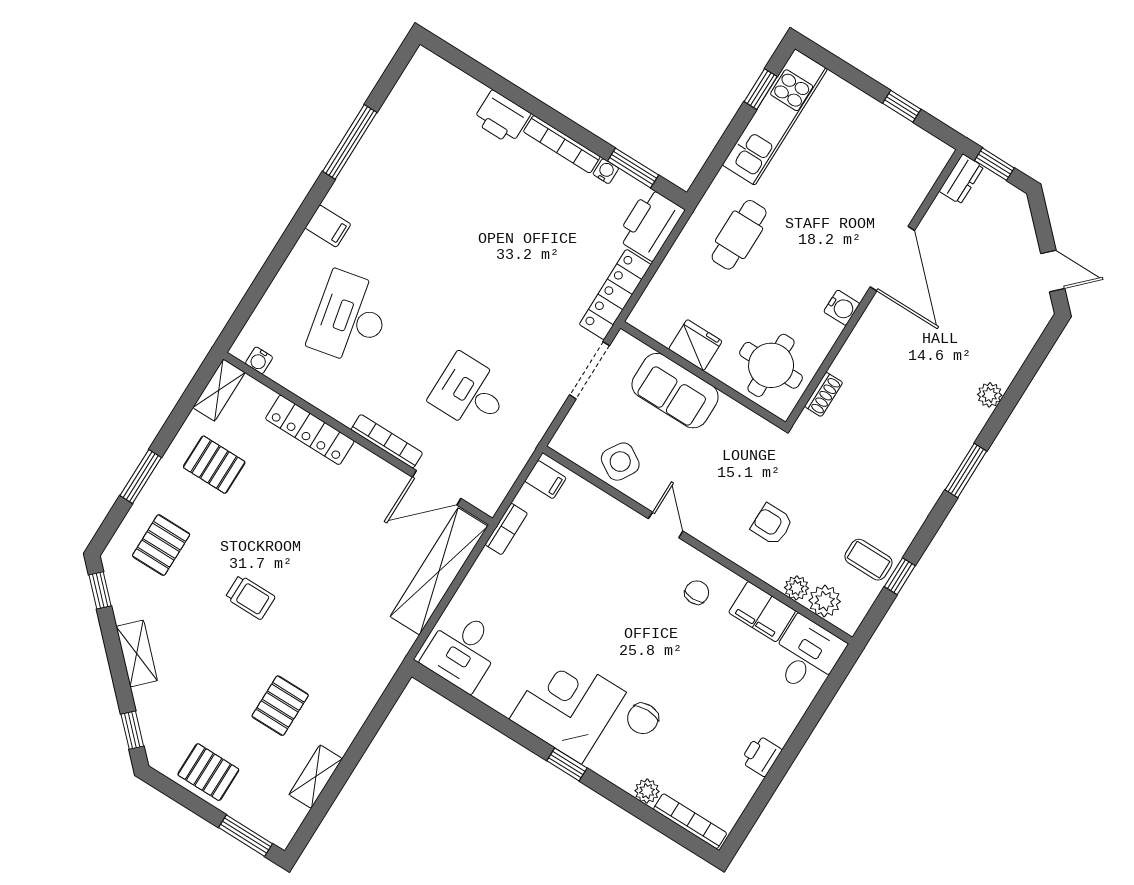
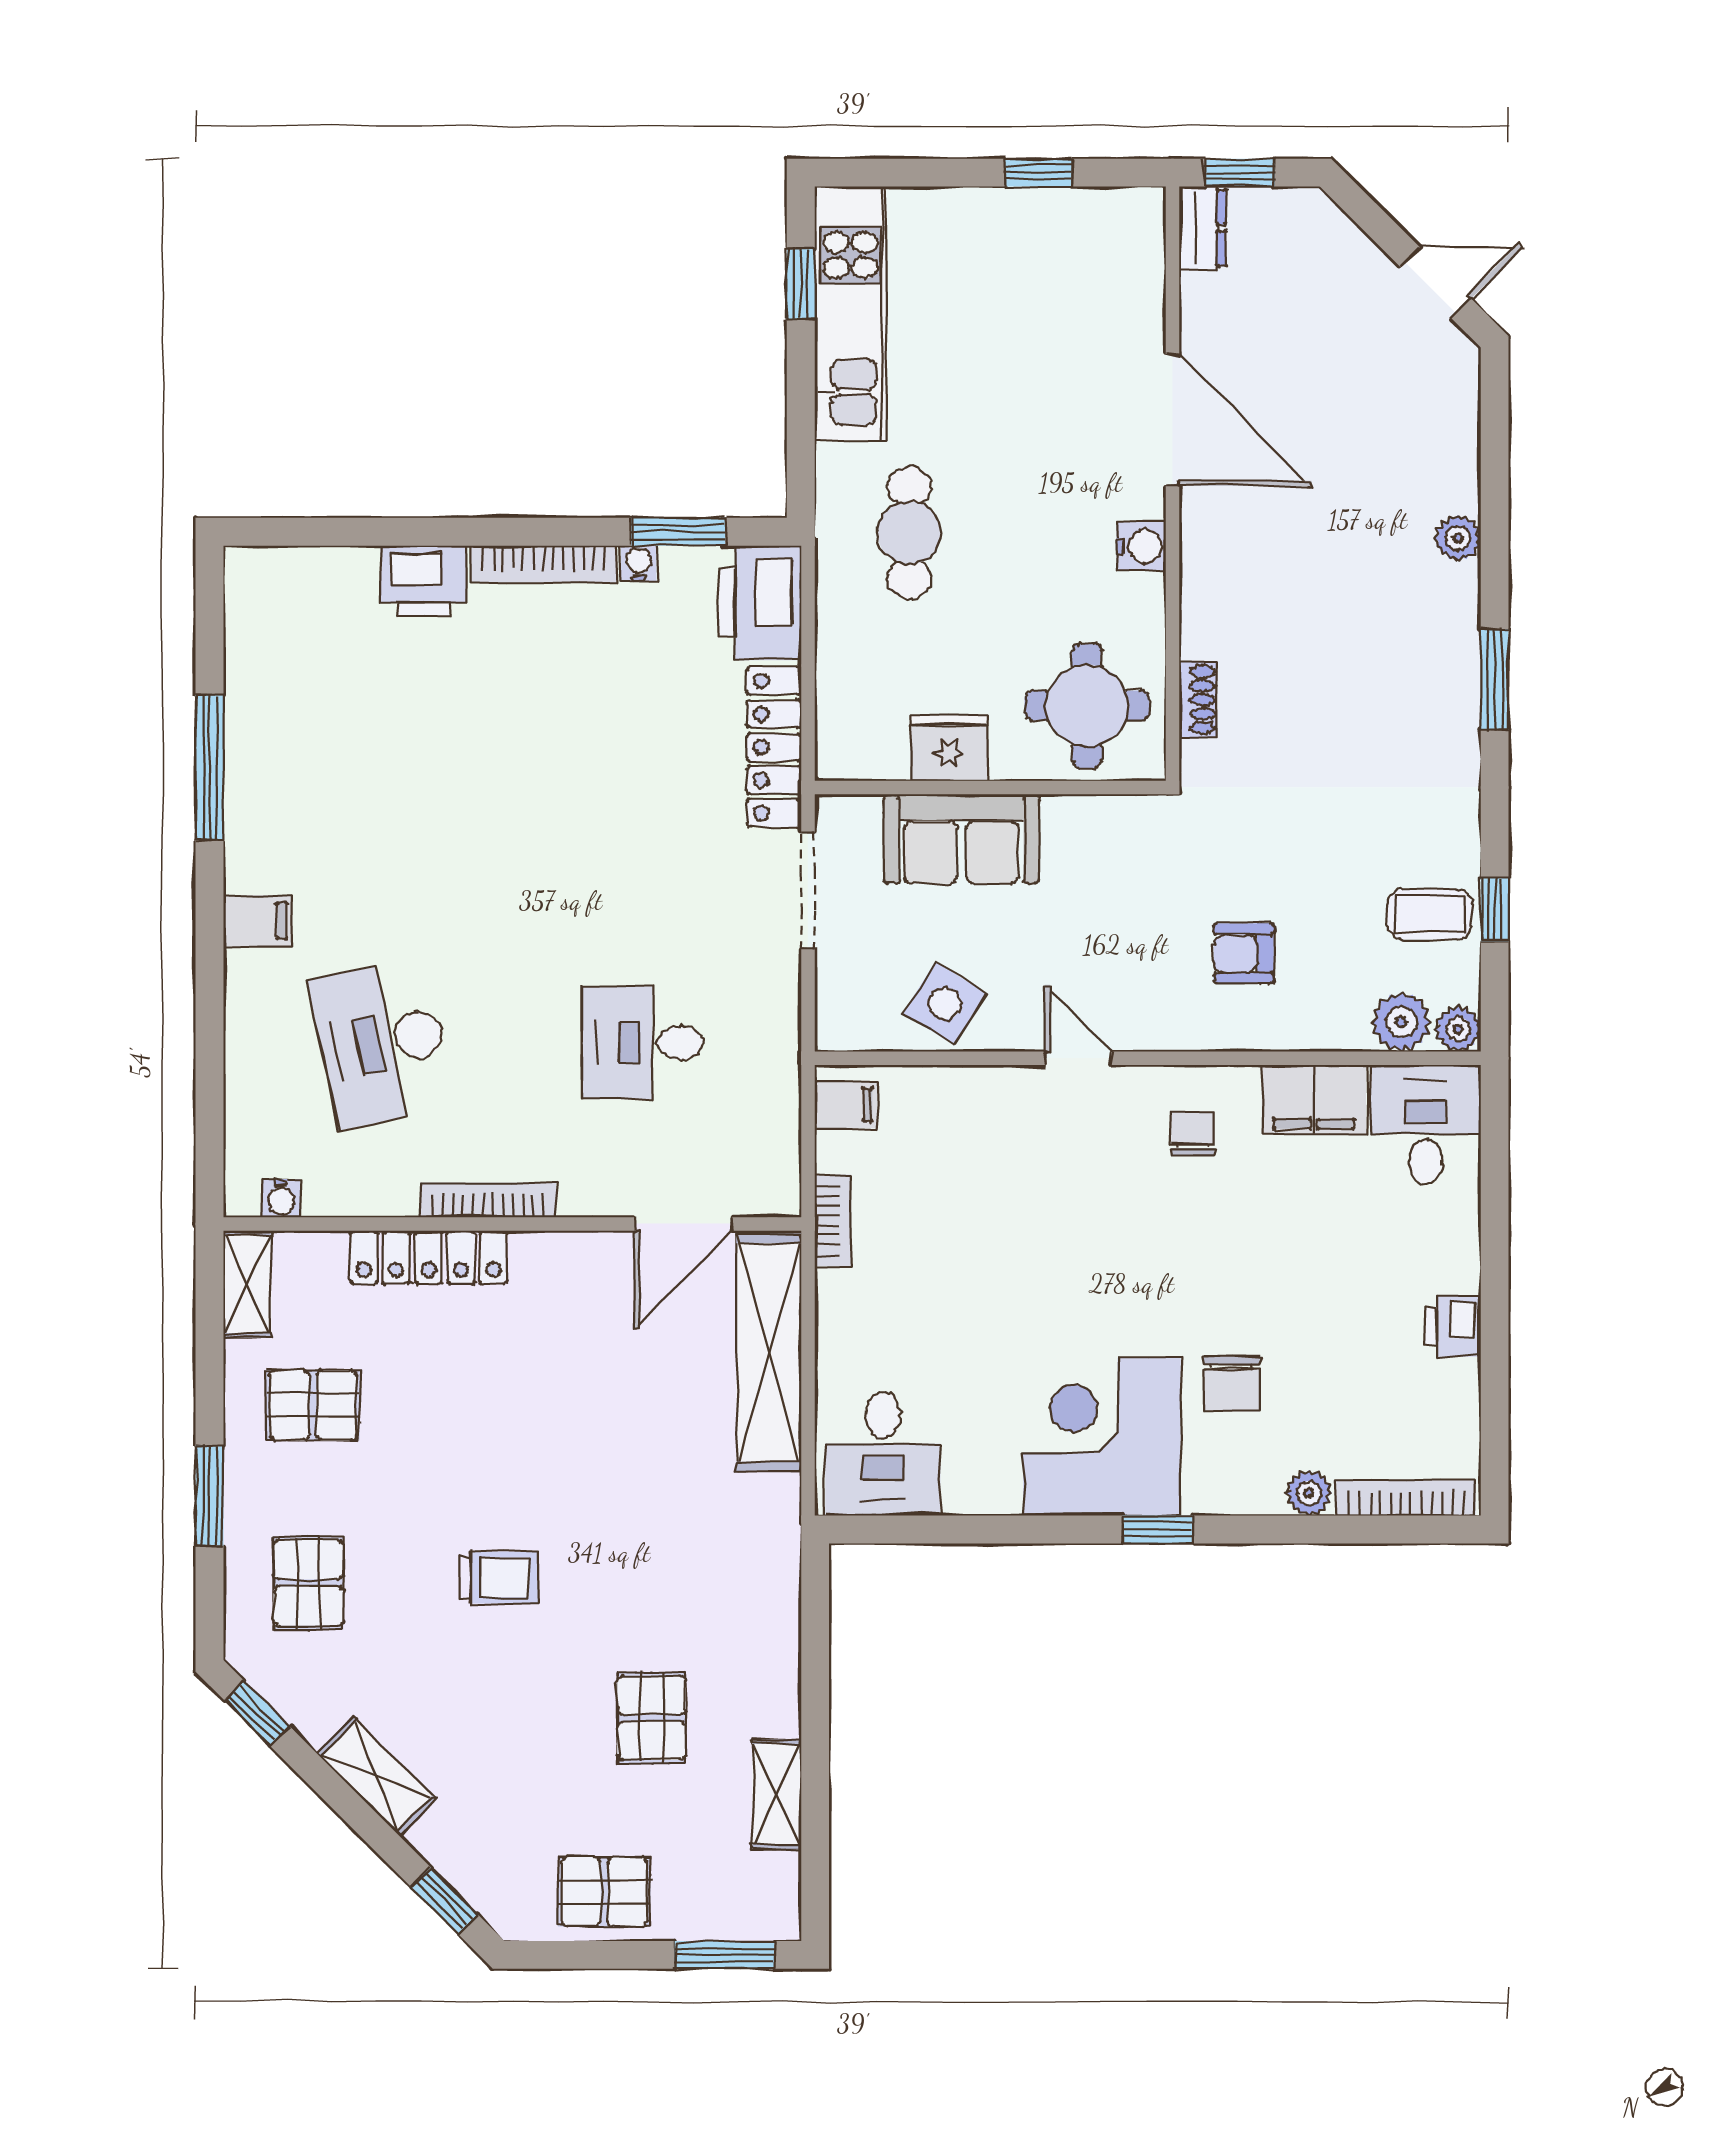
bookcase: (387, 441) -> (488, 1200), moved
plant: (797, 588) -> (1458, 1029), moved

